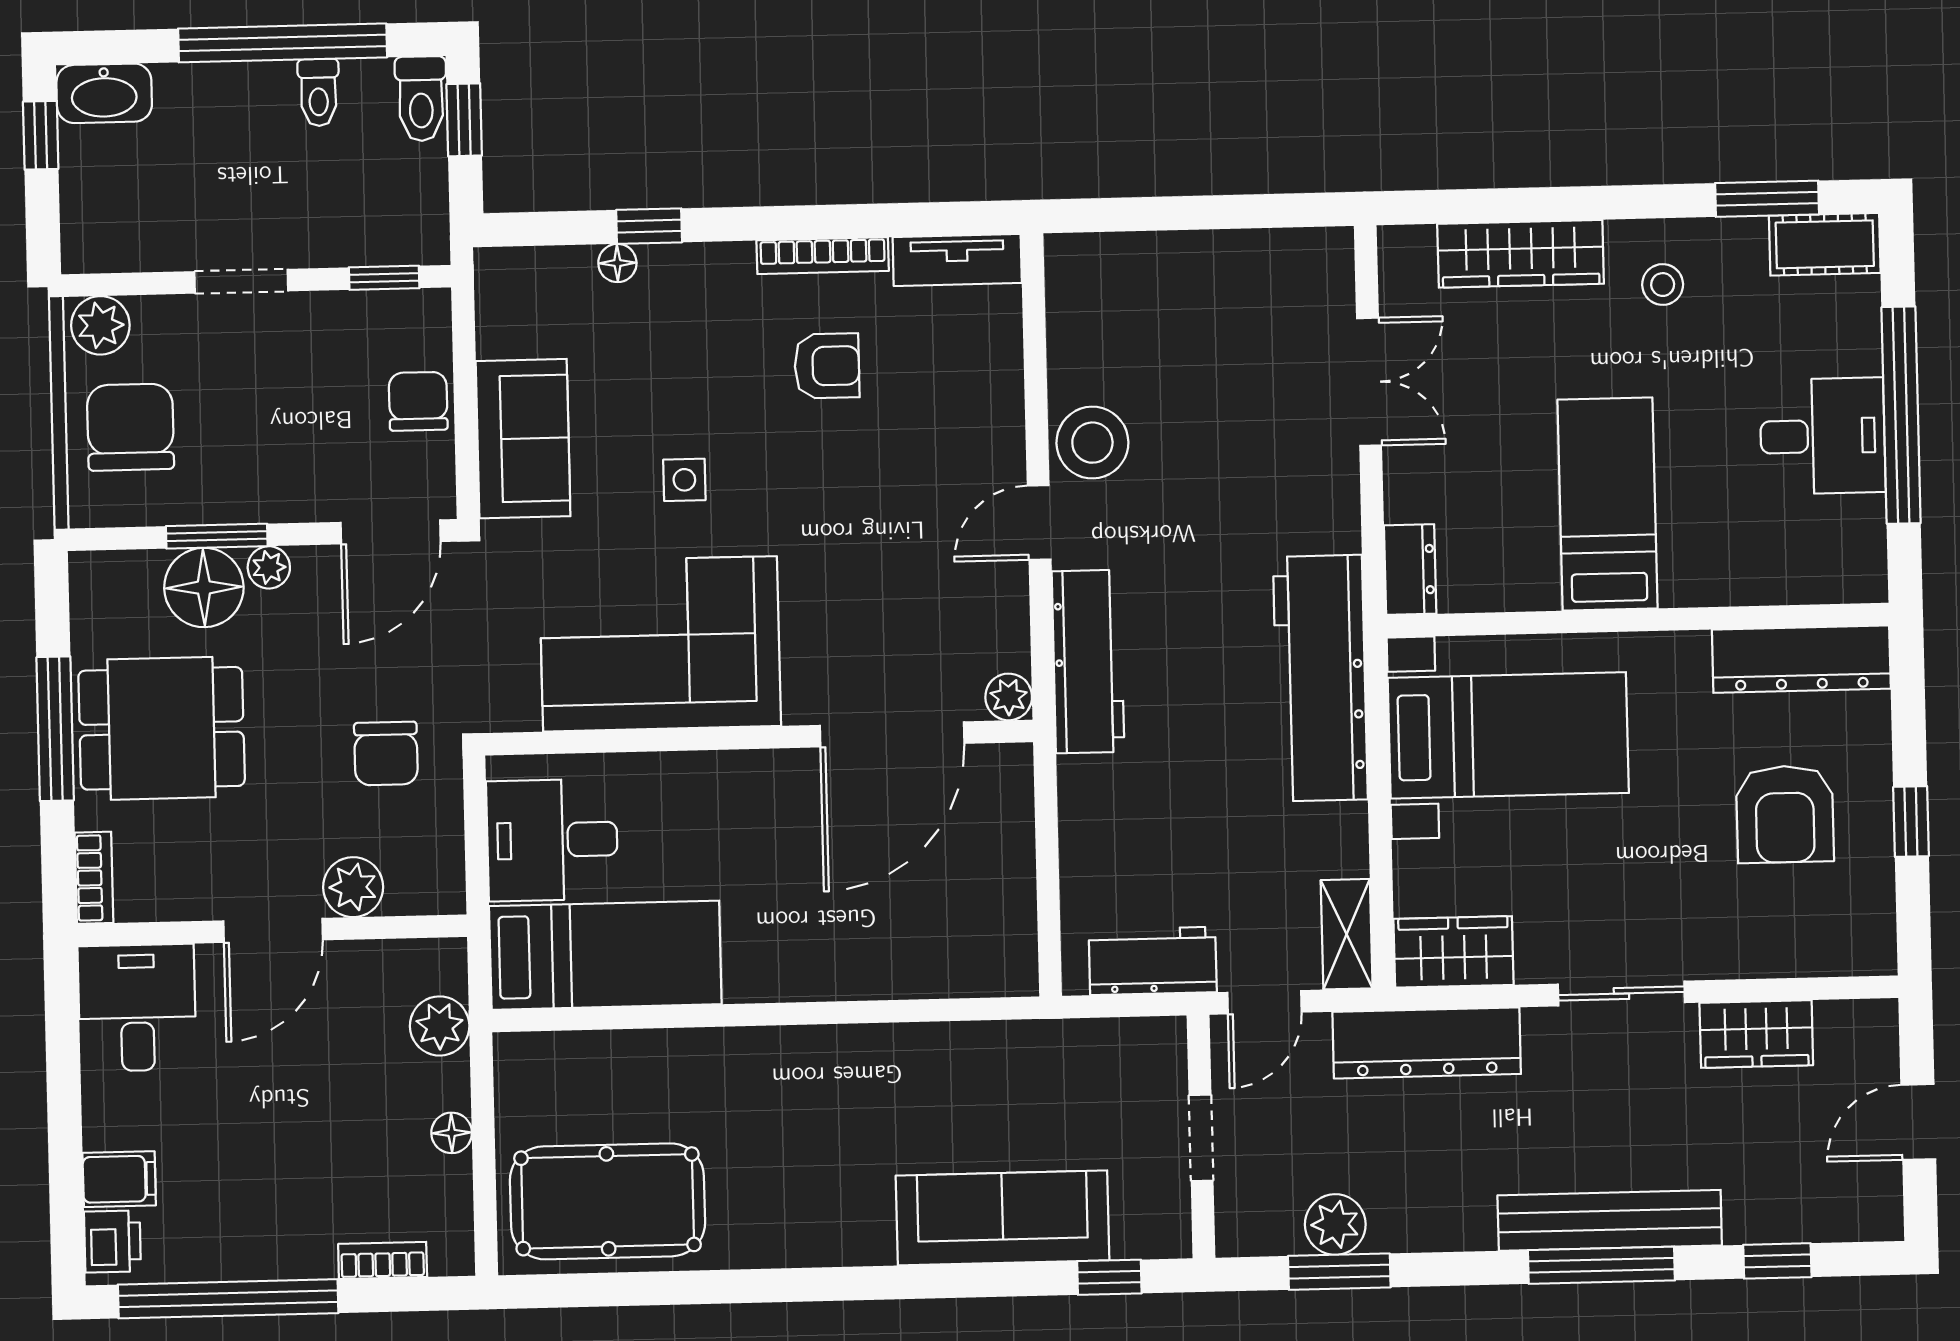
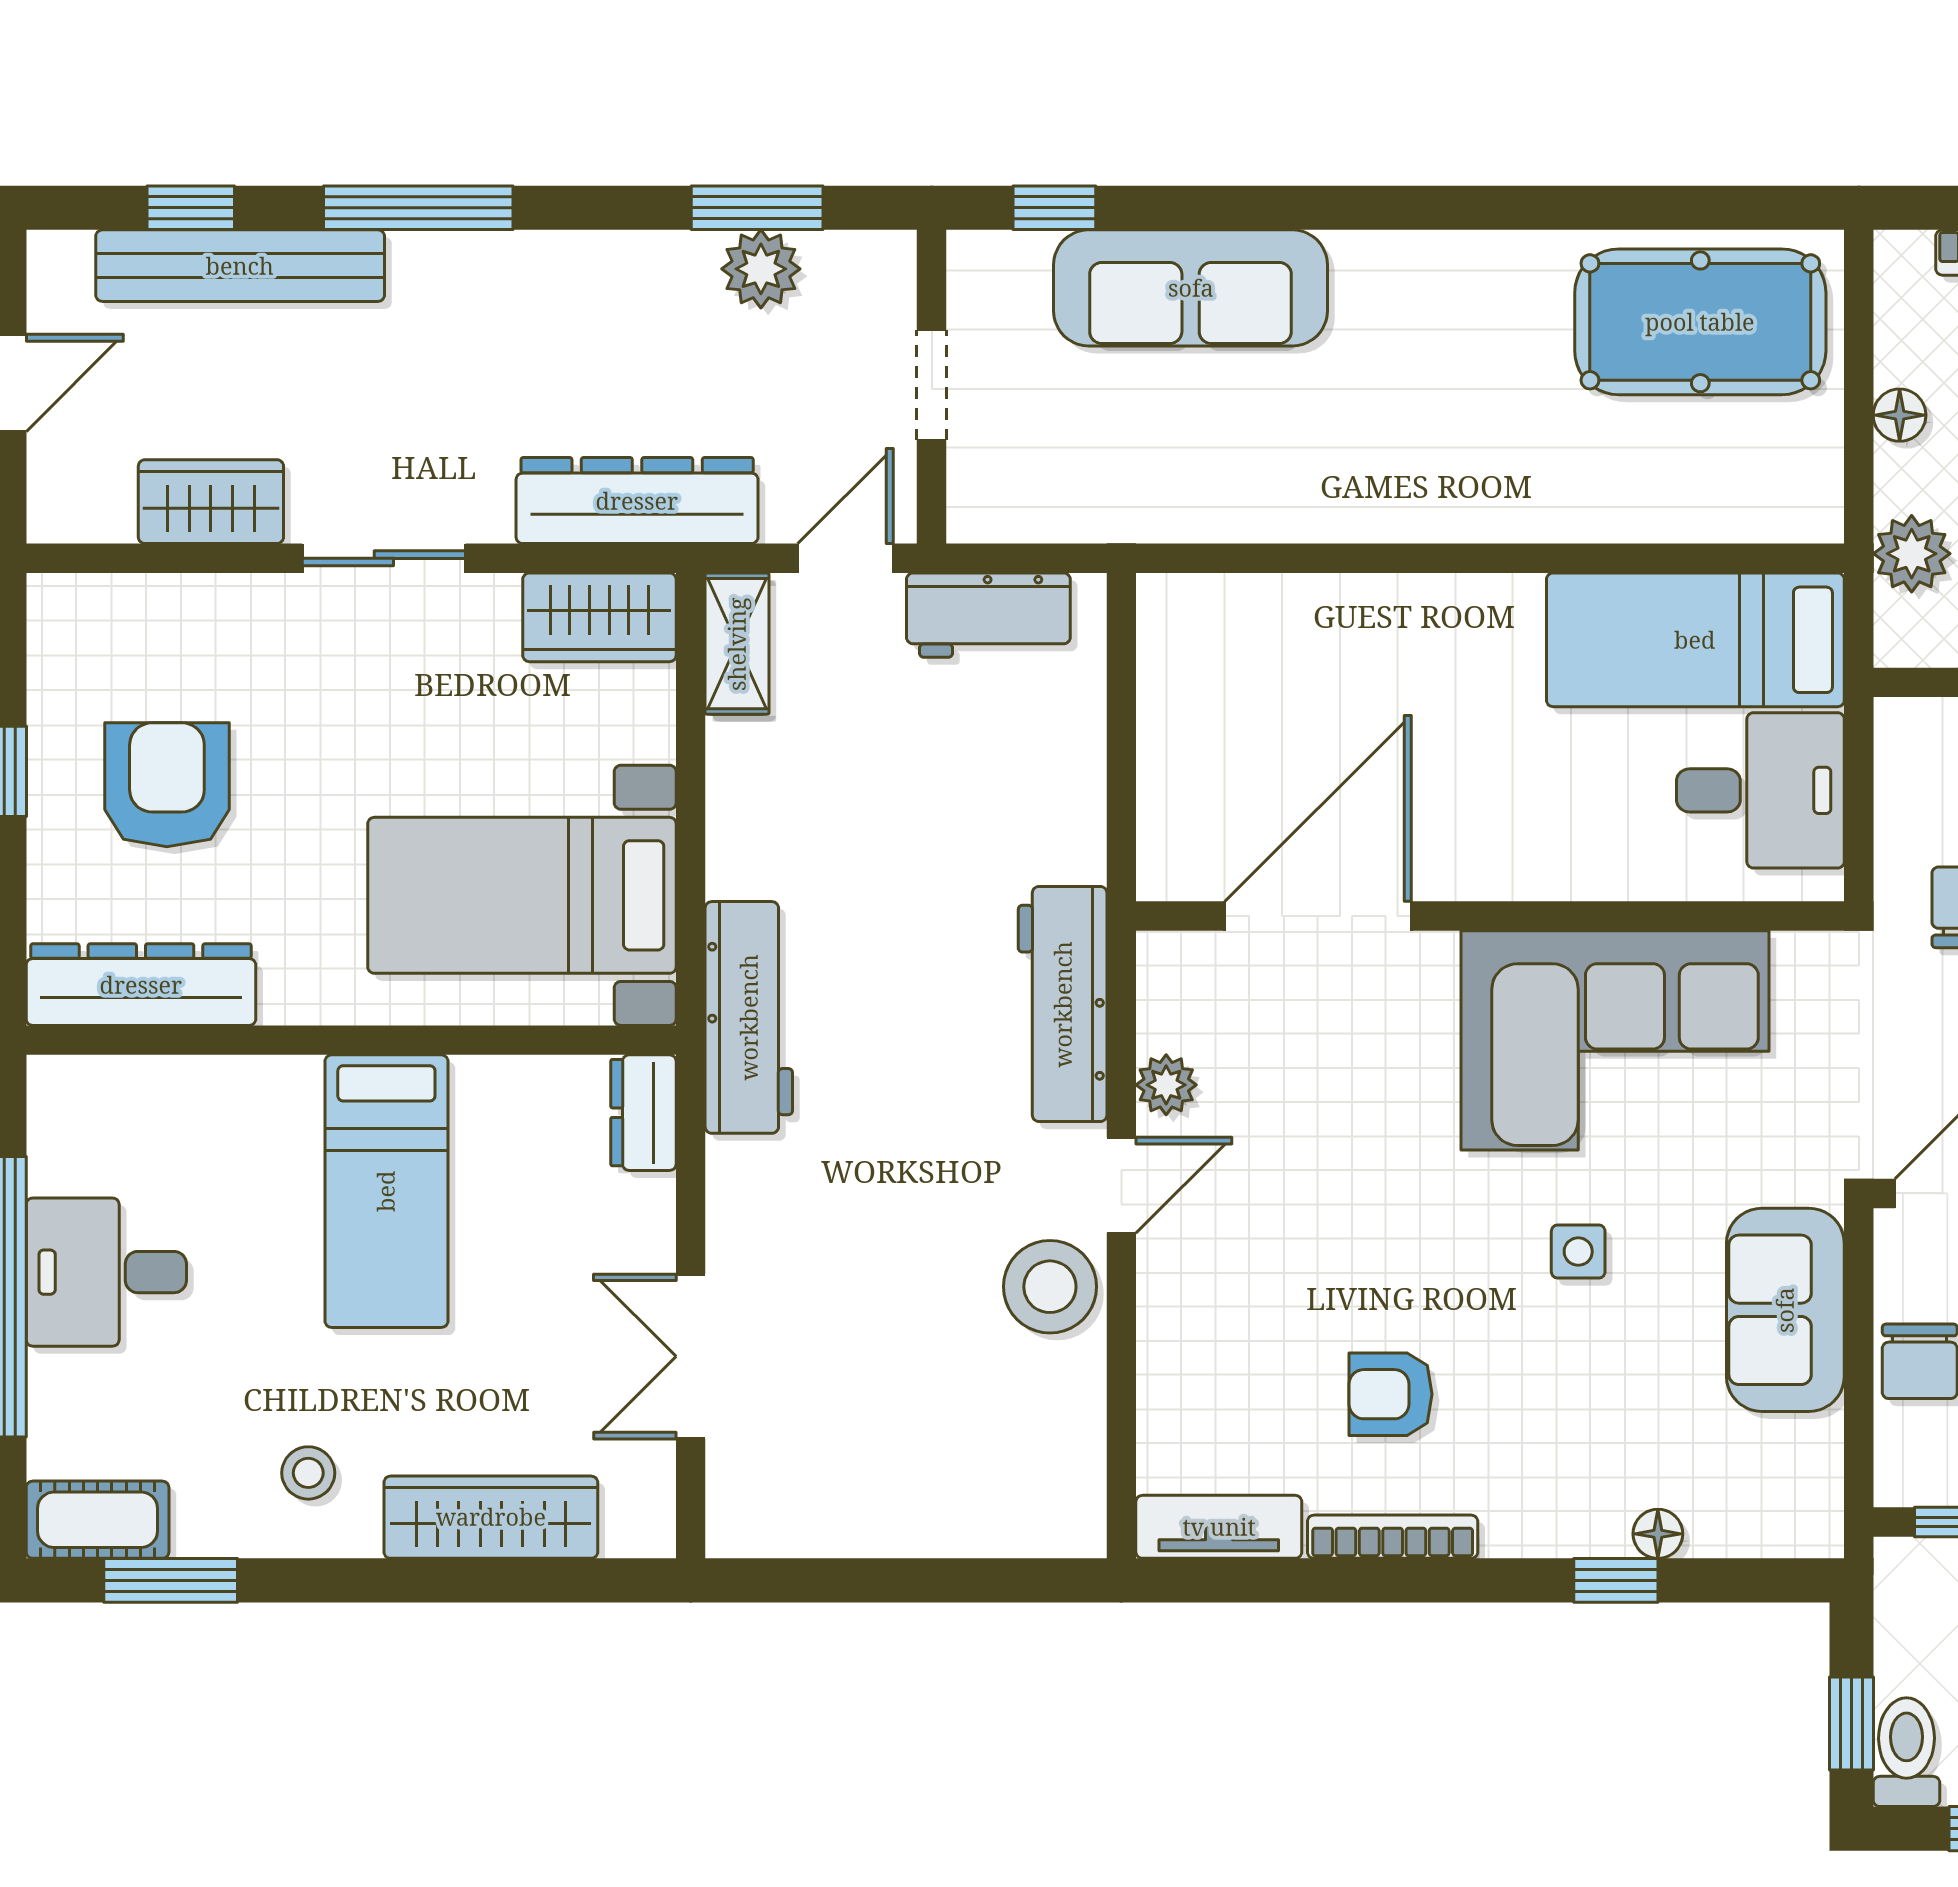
workbench: (1320, 678) -> (749, 1017), width x0.73, depth x0.76
plant: (1009, 697) -> (1166, 1085), moved
bench: (1610, 1220) -> (240, 266), moved

